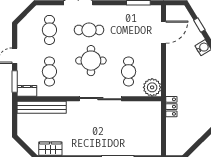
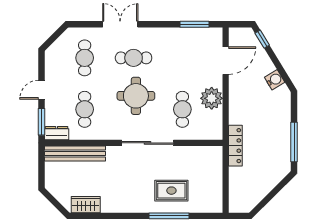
window: (199, 25) -> (262, 39), moved
plant: (152, 87) -> (212, 98), moved
locker: (171, 107) -> (235, 146), width x1.53
rug: (120, 137) -> (171, 191), added

